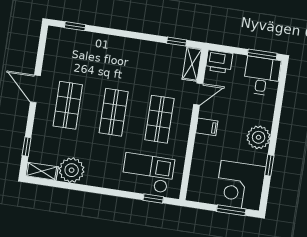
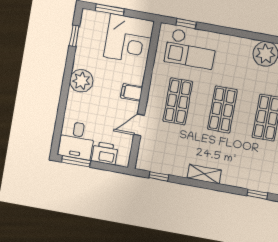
printer: (219, 62) -> (105, 153), moved
shelving: (192, 64) -> (204, 174), moved, turned 90
window: (269, 165) -> (74, 36), moved
corner desk: (240, 186) -> (129, 39), moved, turned 90

